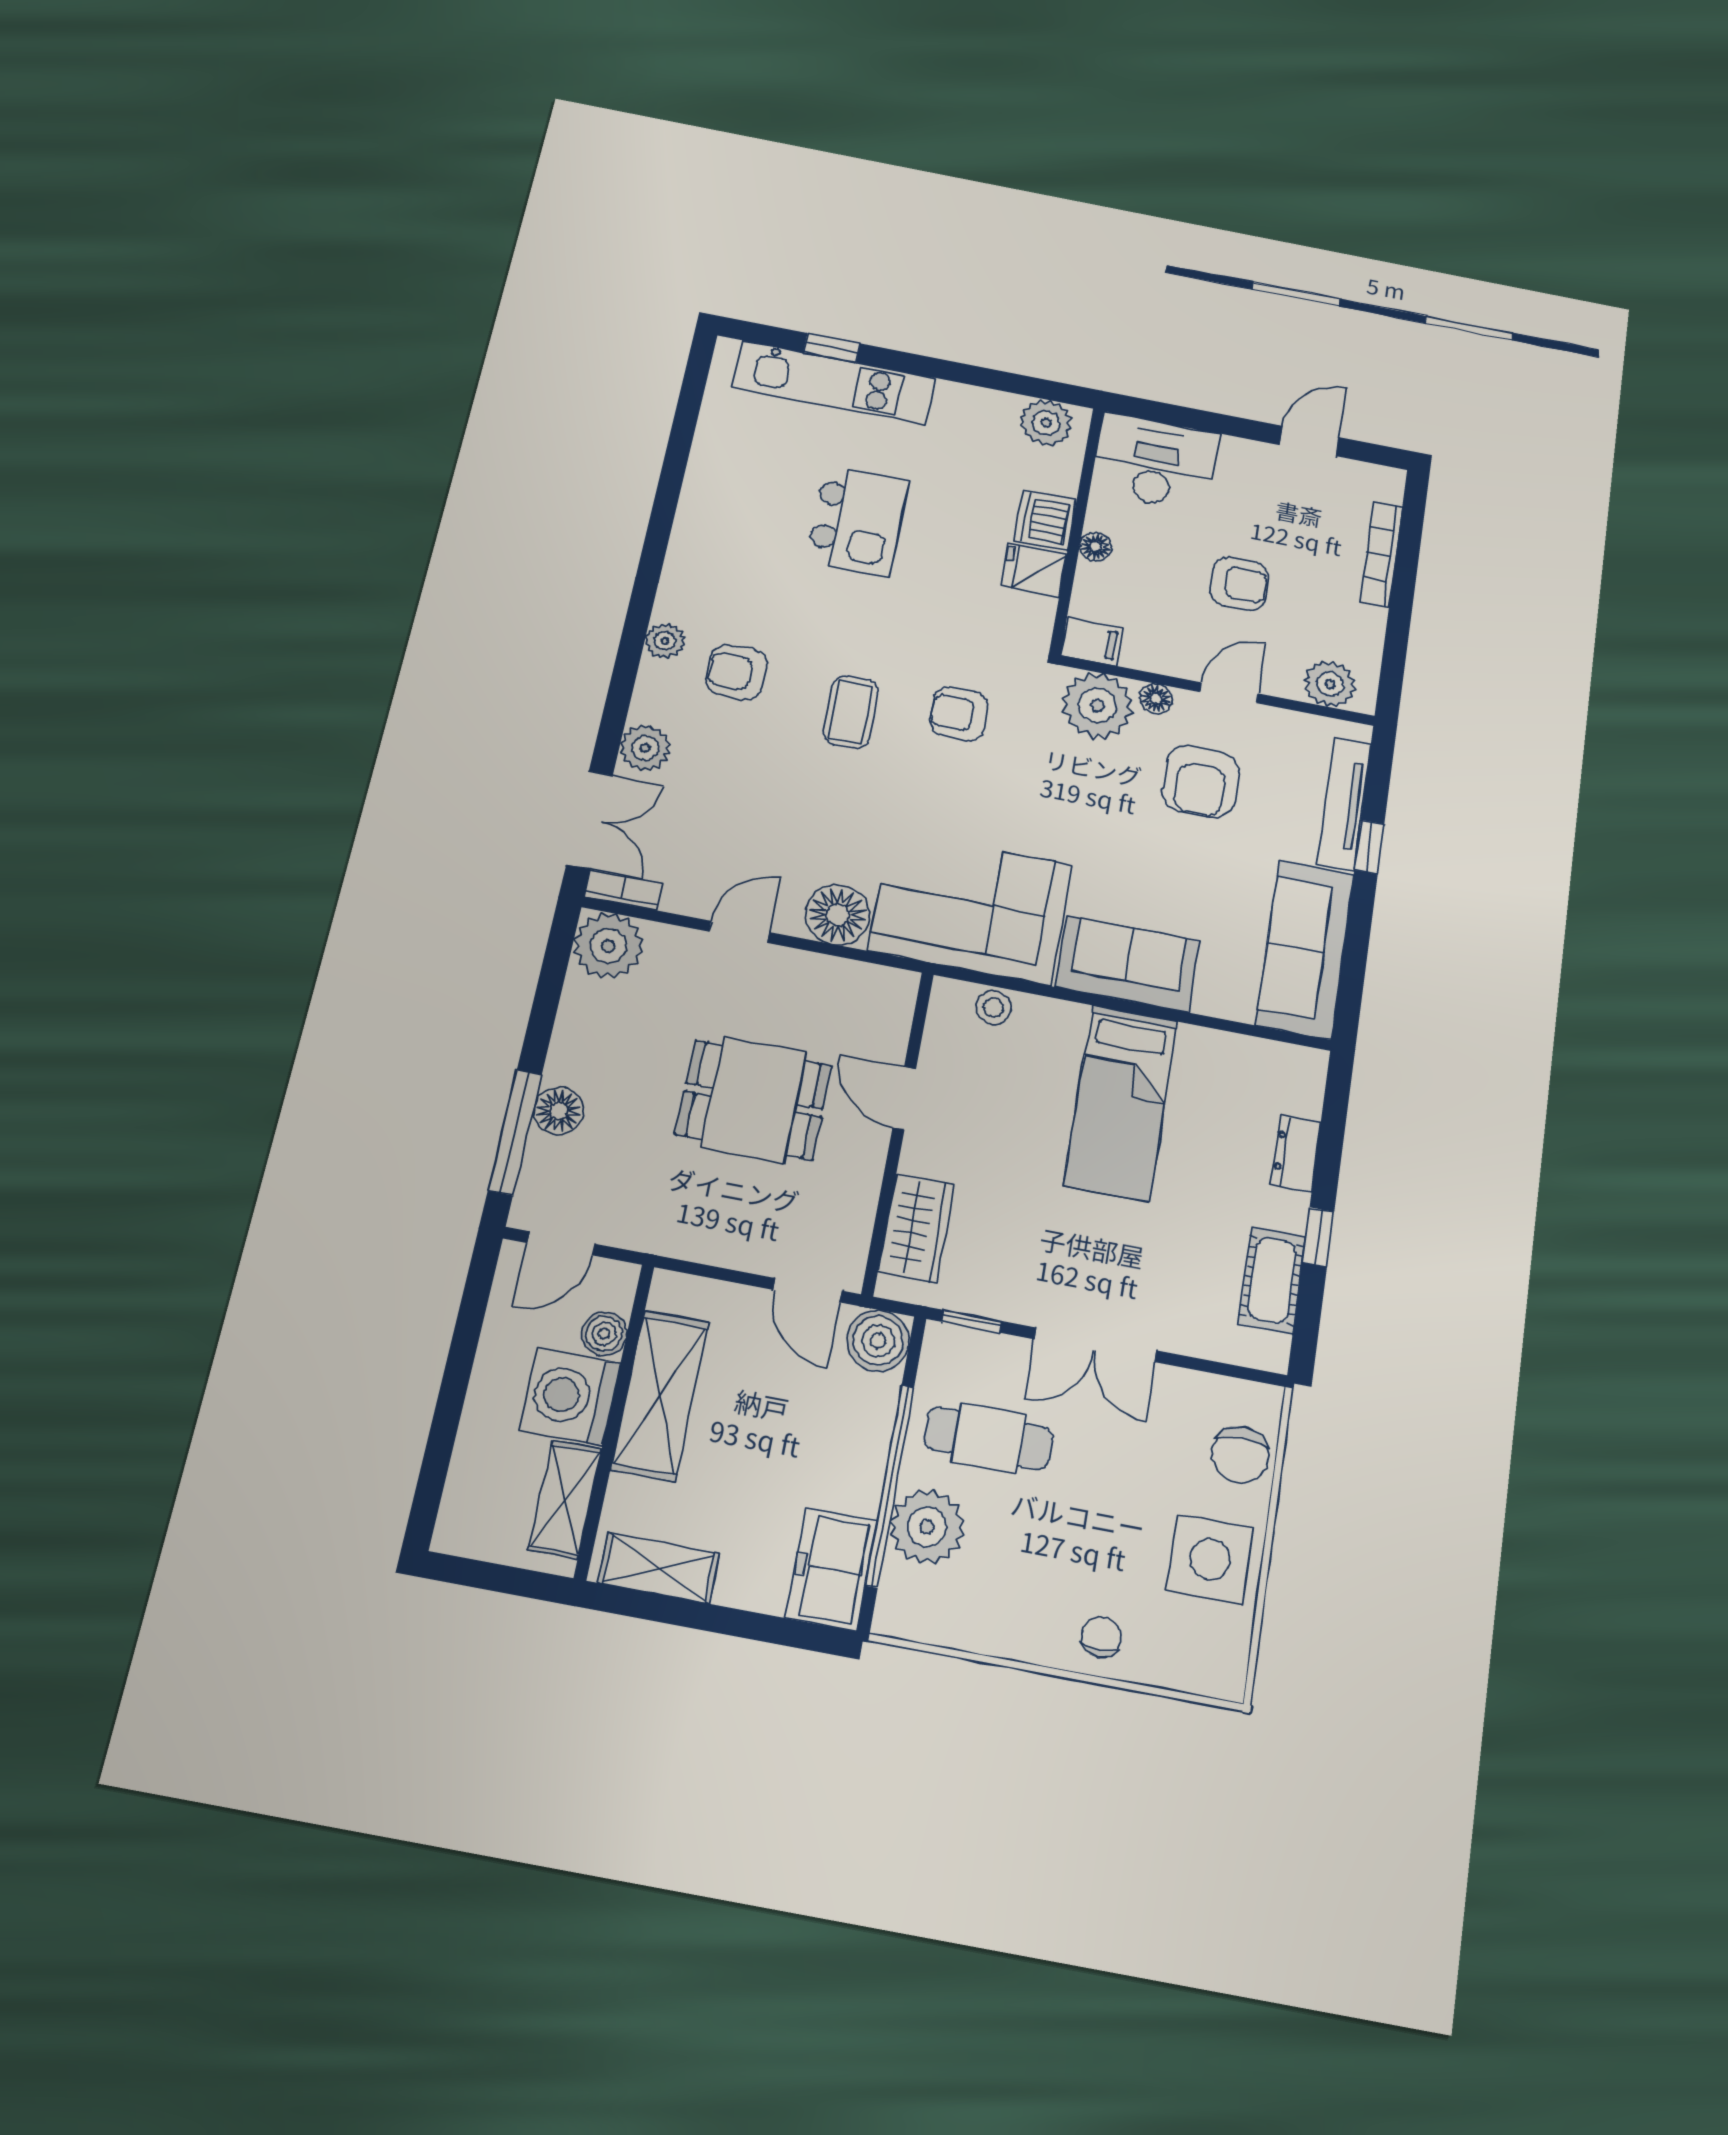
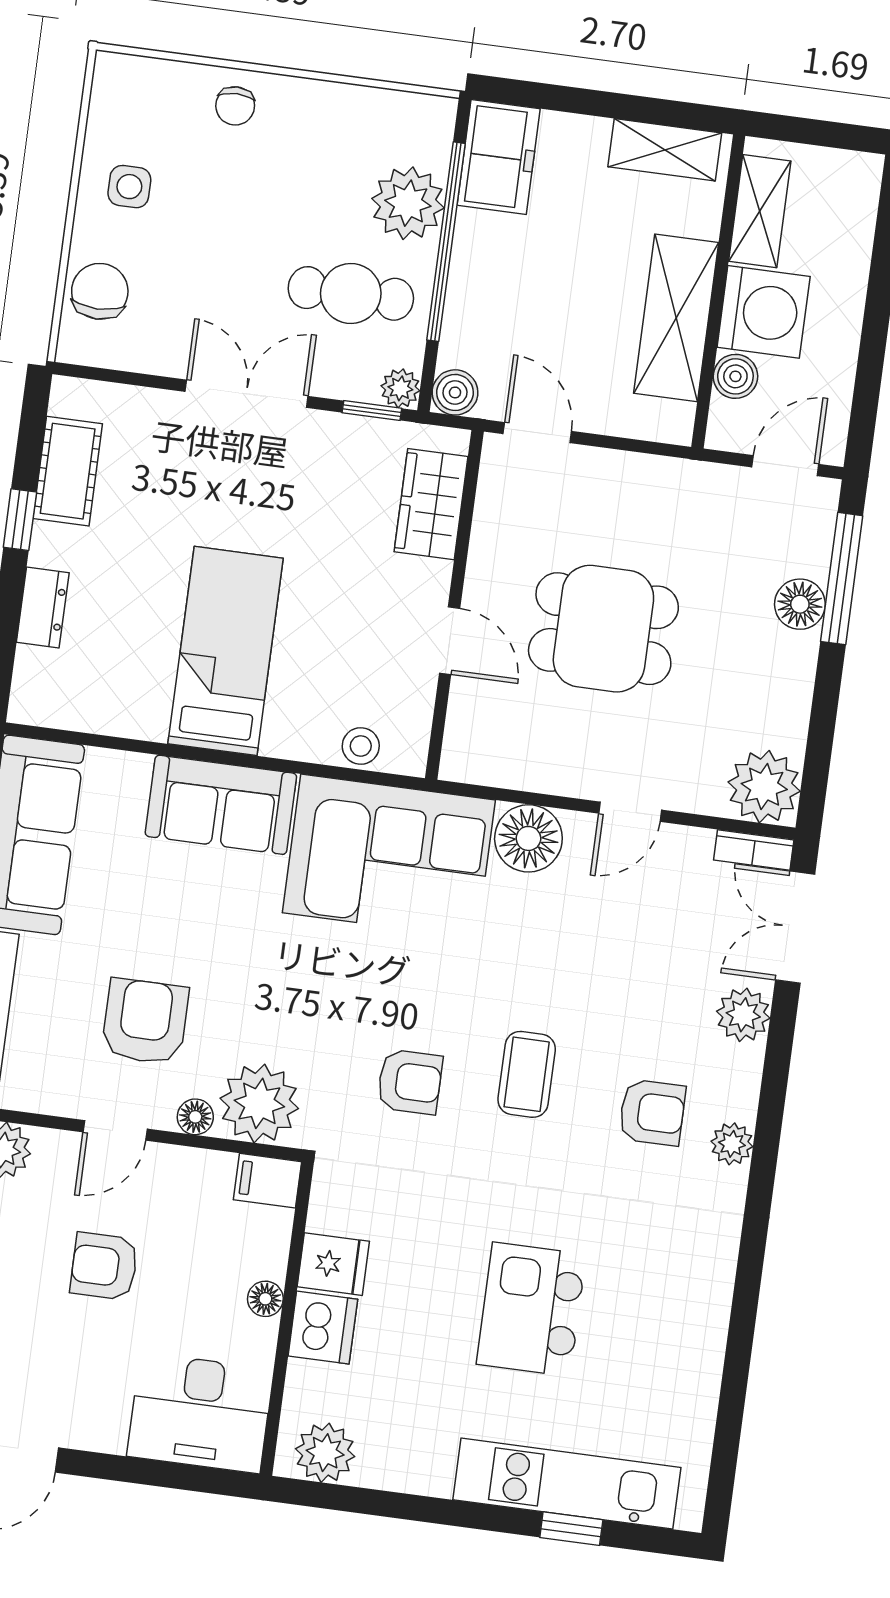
boiler: (878, 1341) -> (455, 392), width x0.73, depth x0.73
plant: (942, 1341) -> (400, 388), added
side table: (1210, 1559) -> (129, 187), width x0.54, depth x0.54

